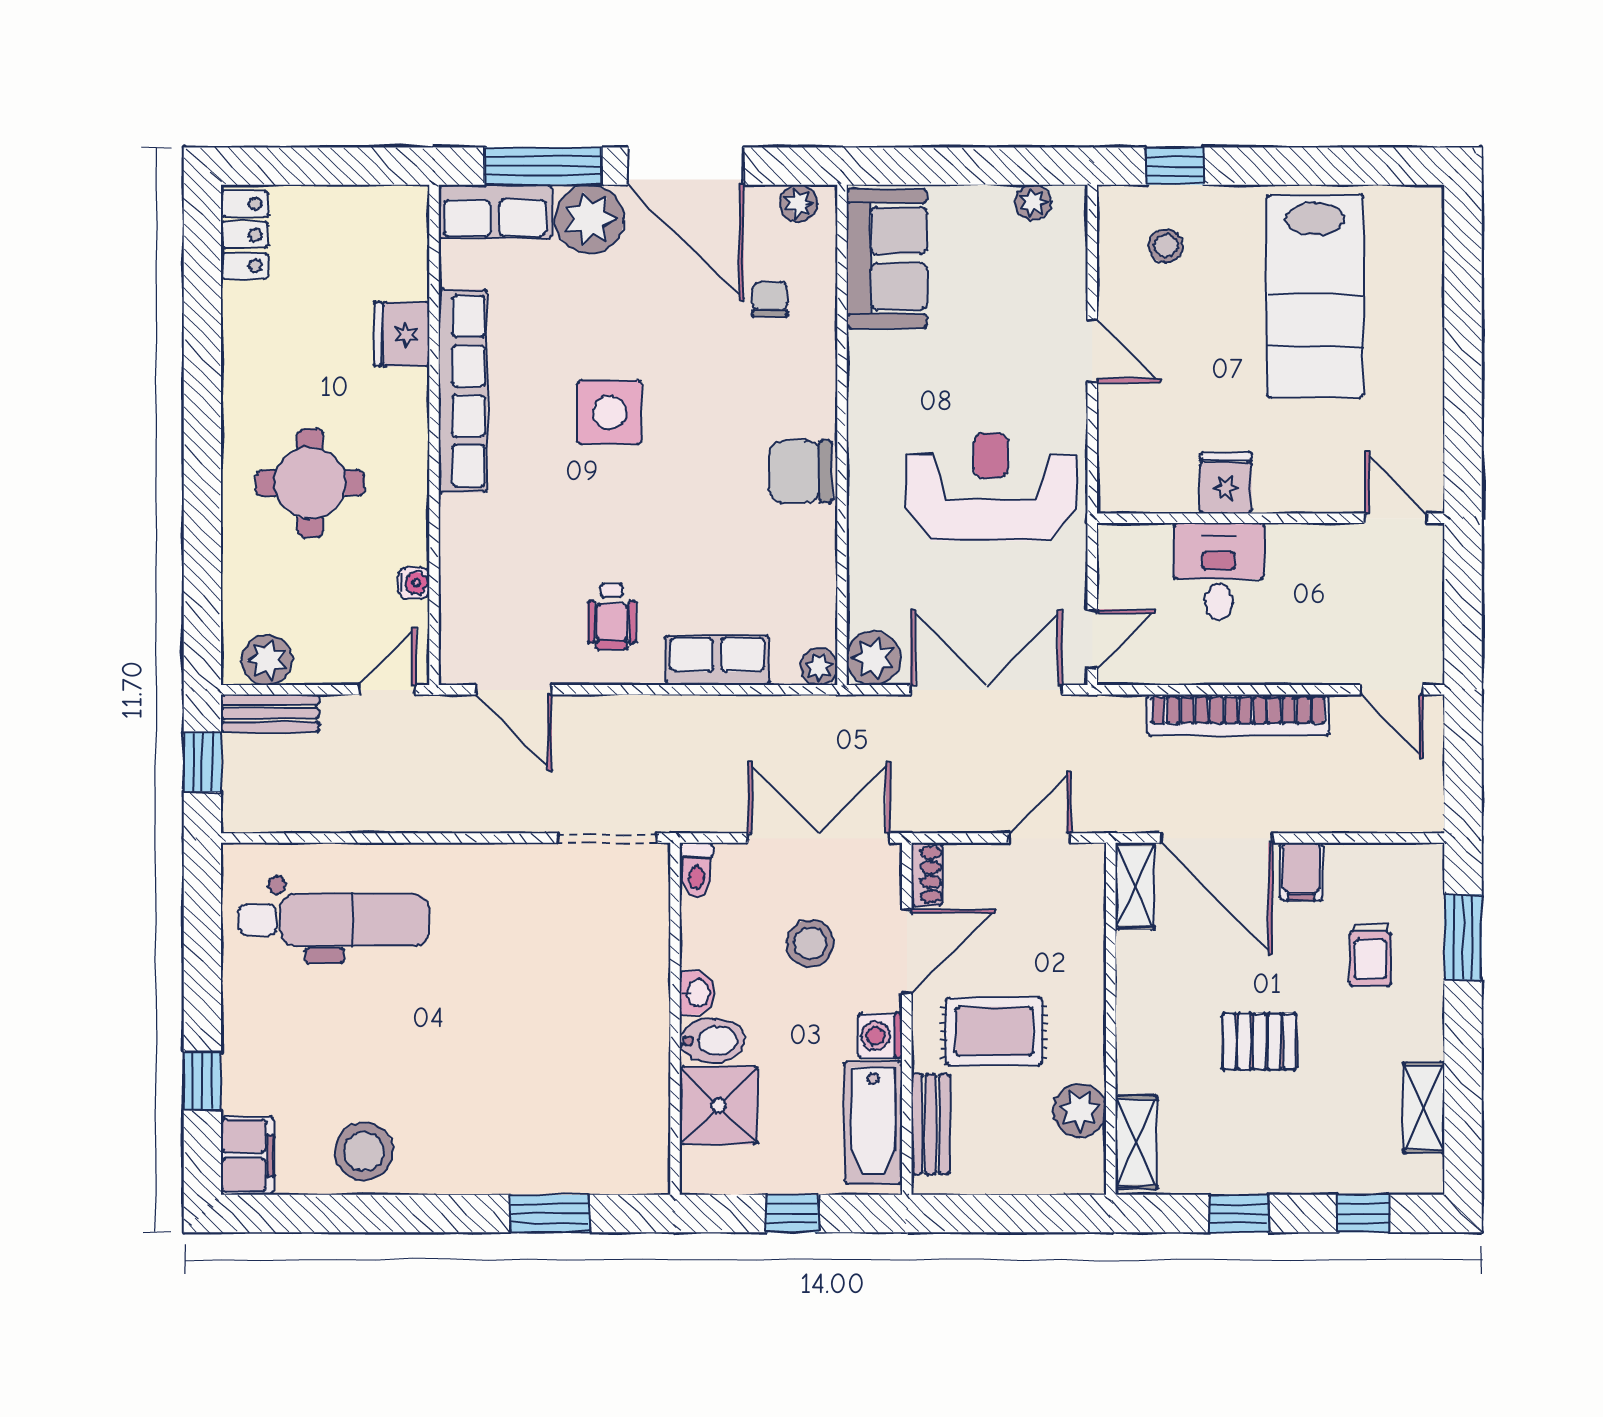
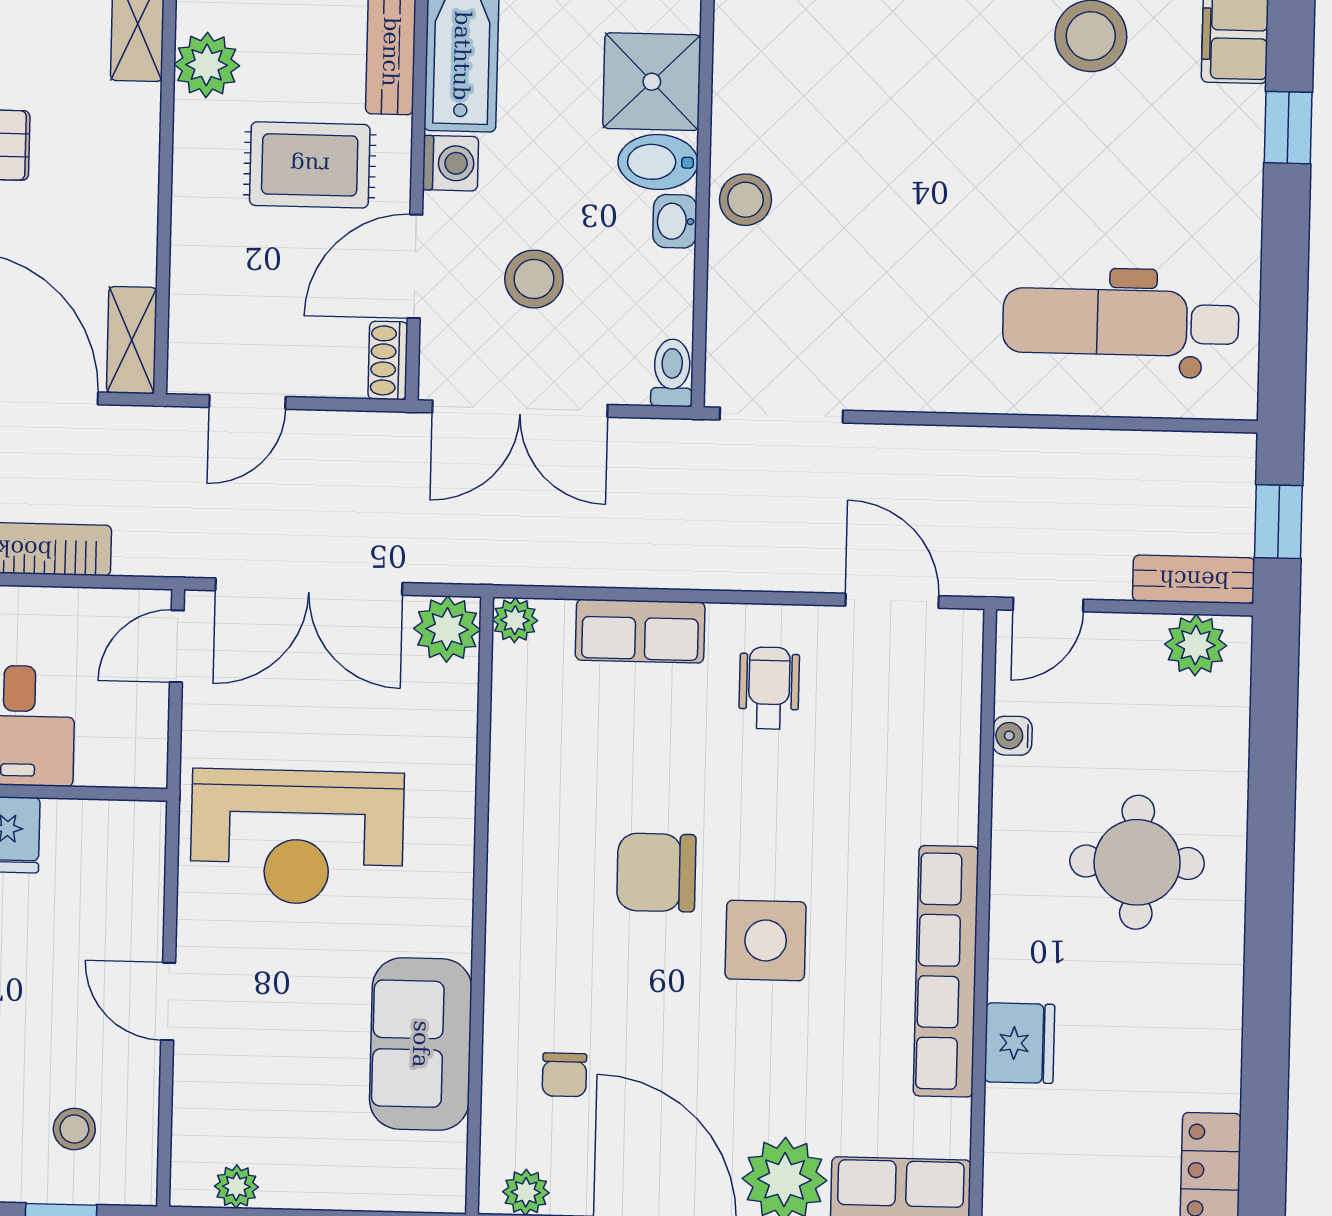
sofa: (887, 259) -> (421, 1044), moved
chair: (801, 472) -> (656, 872), moved, turned 180
stool: (640, 1012) -> (745, 200), added

